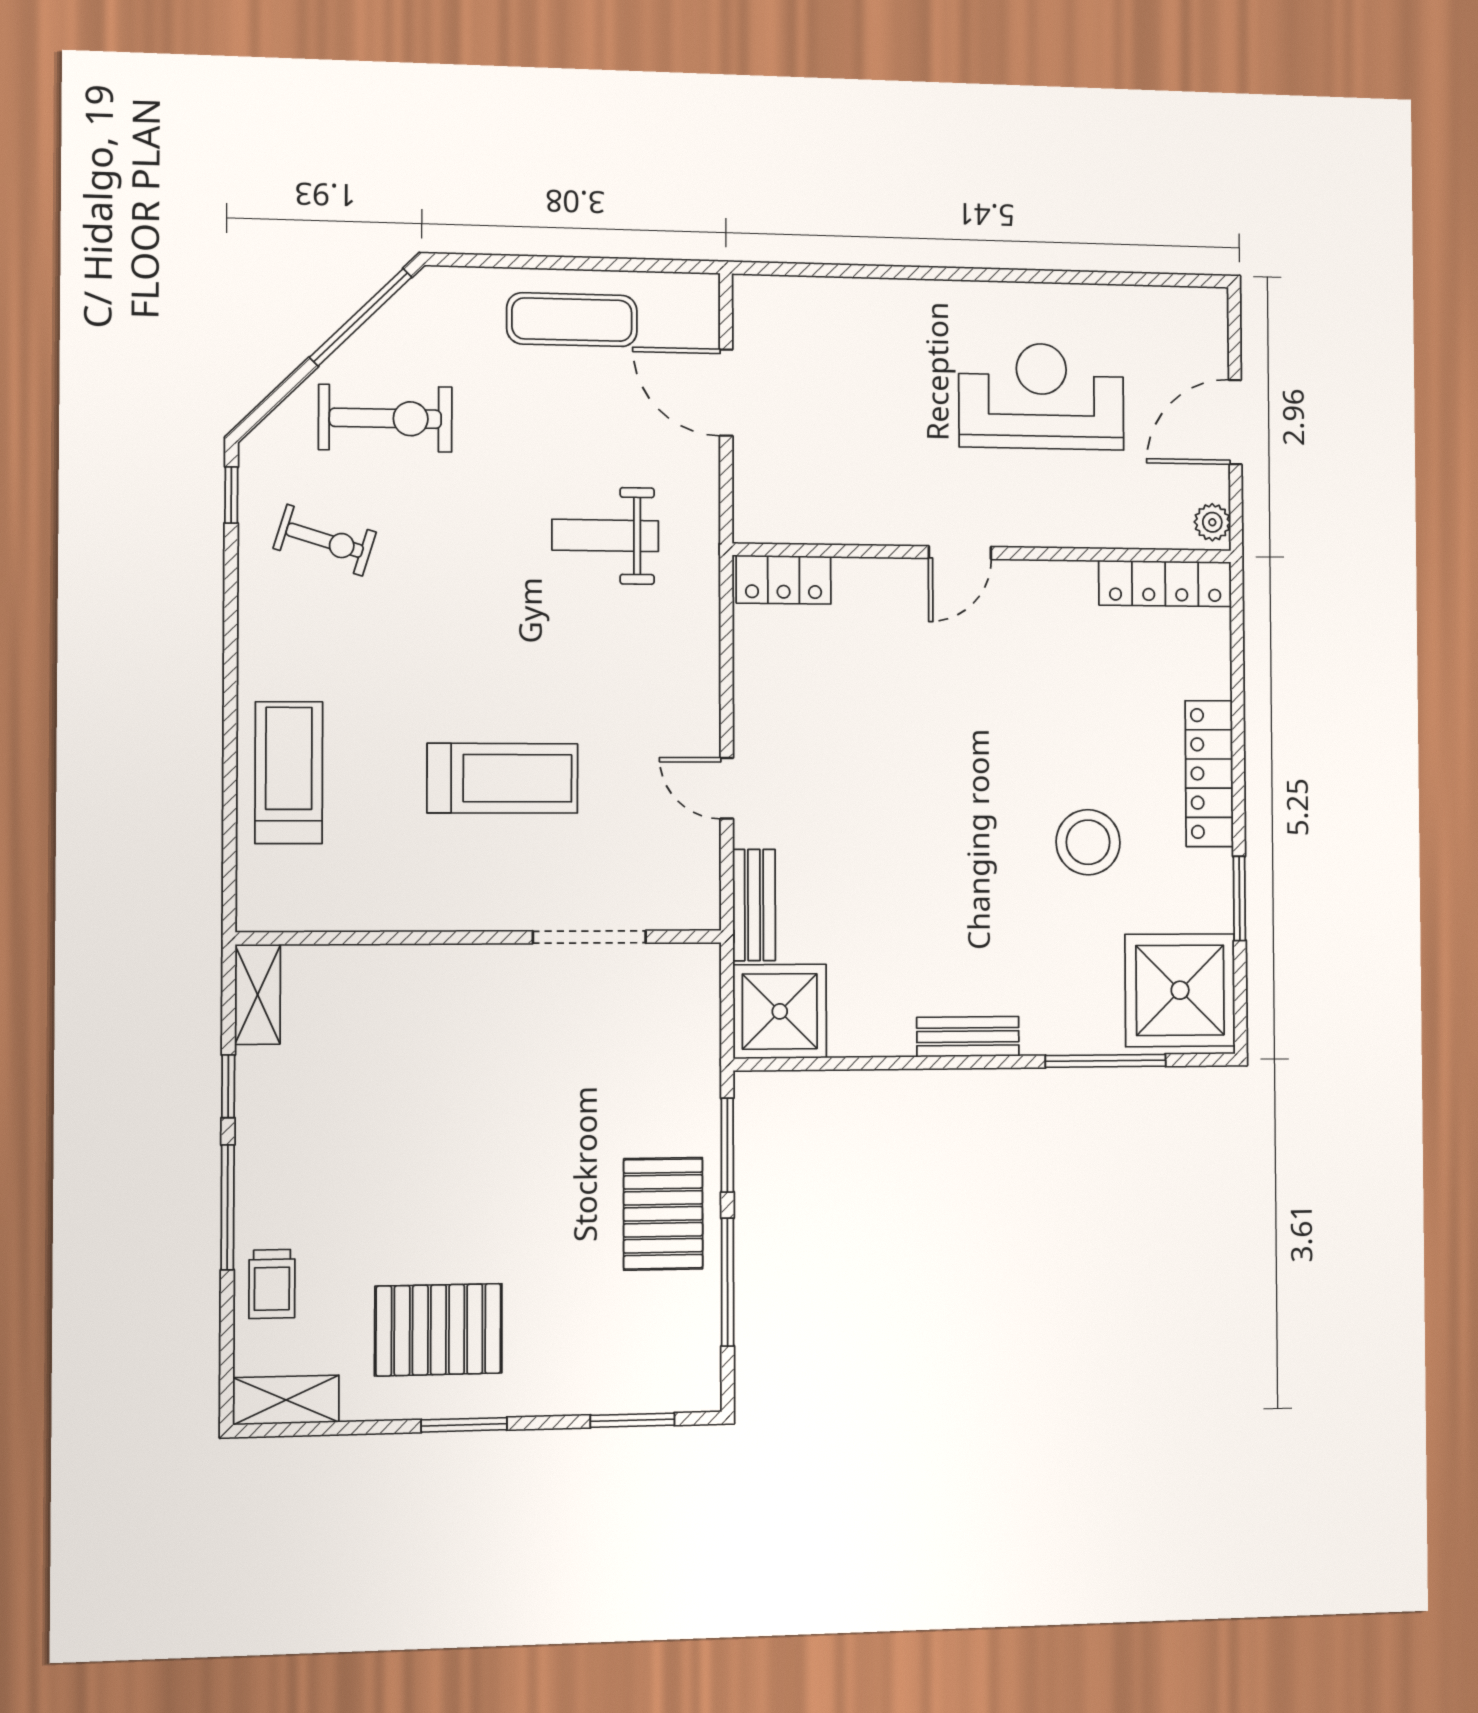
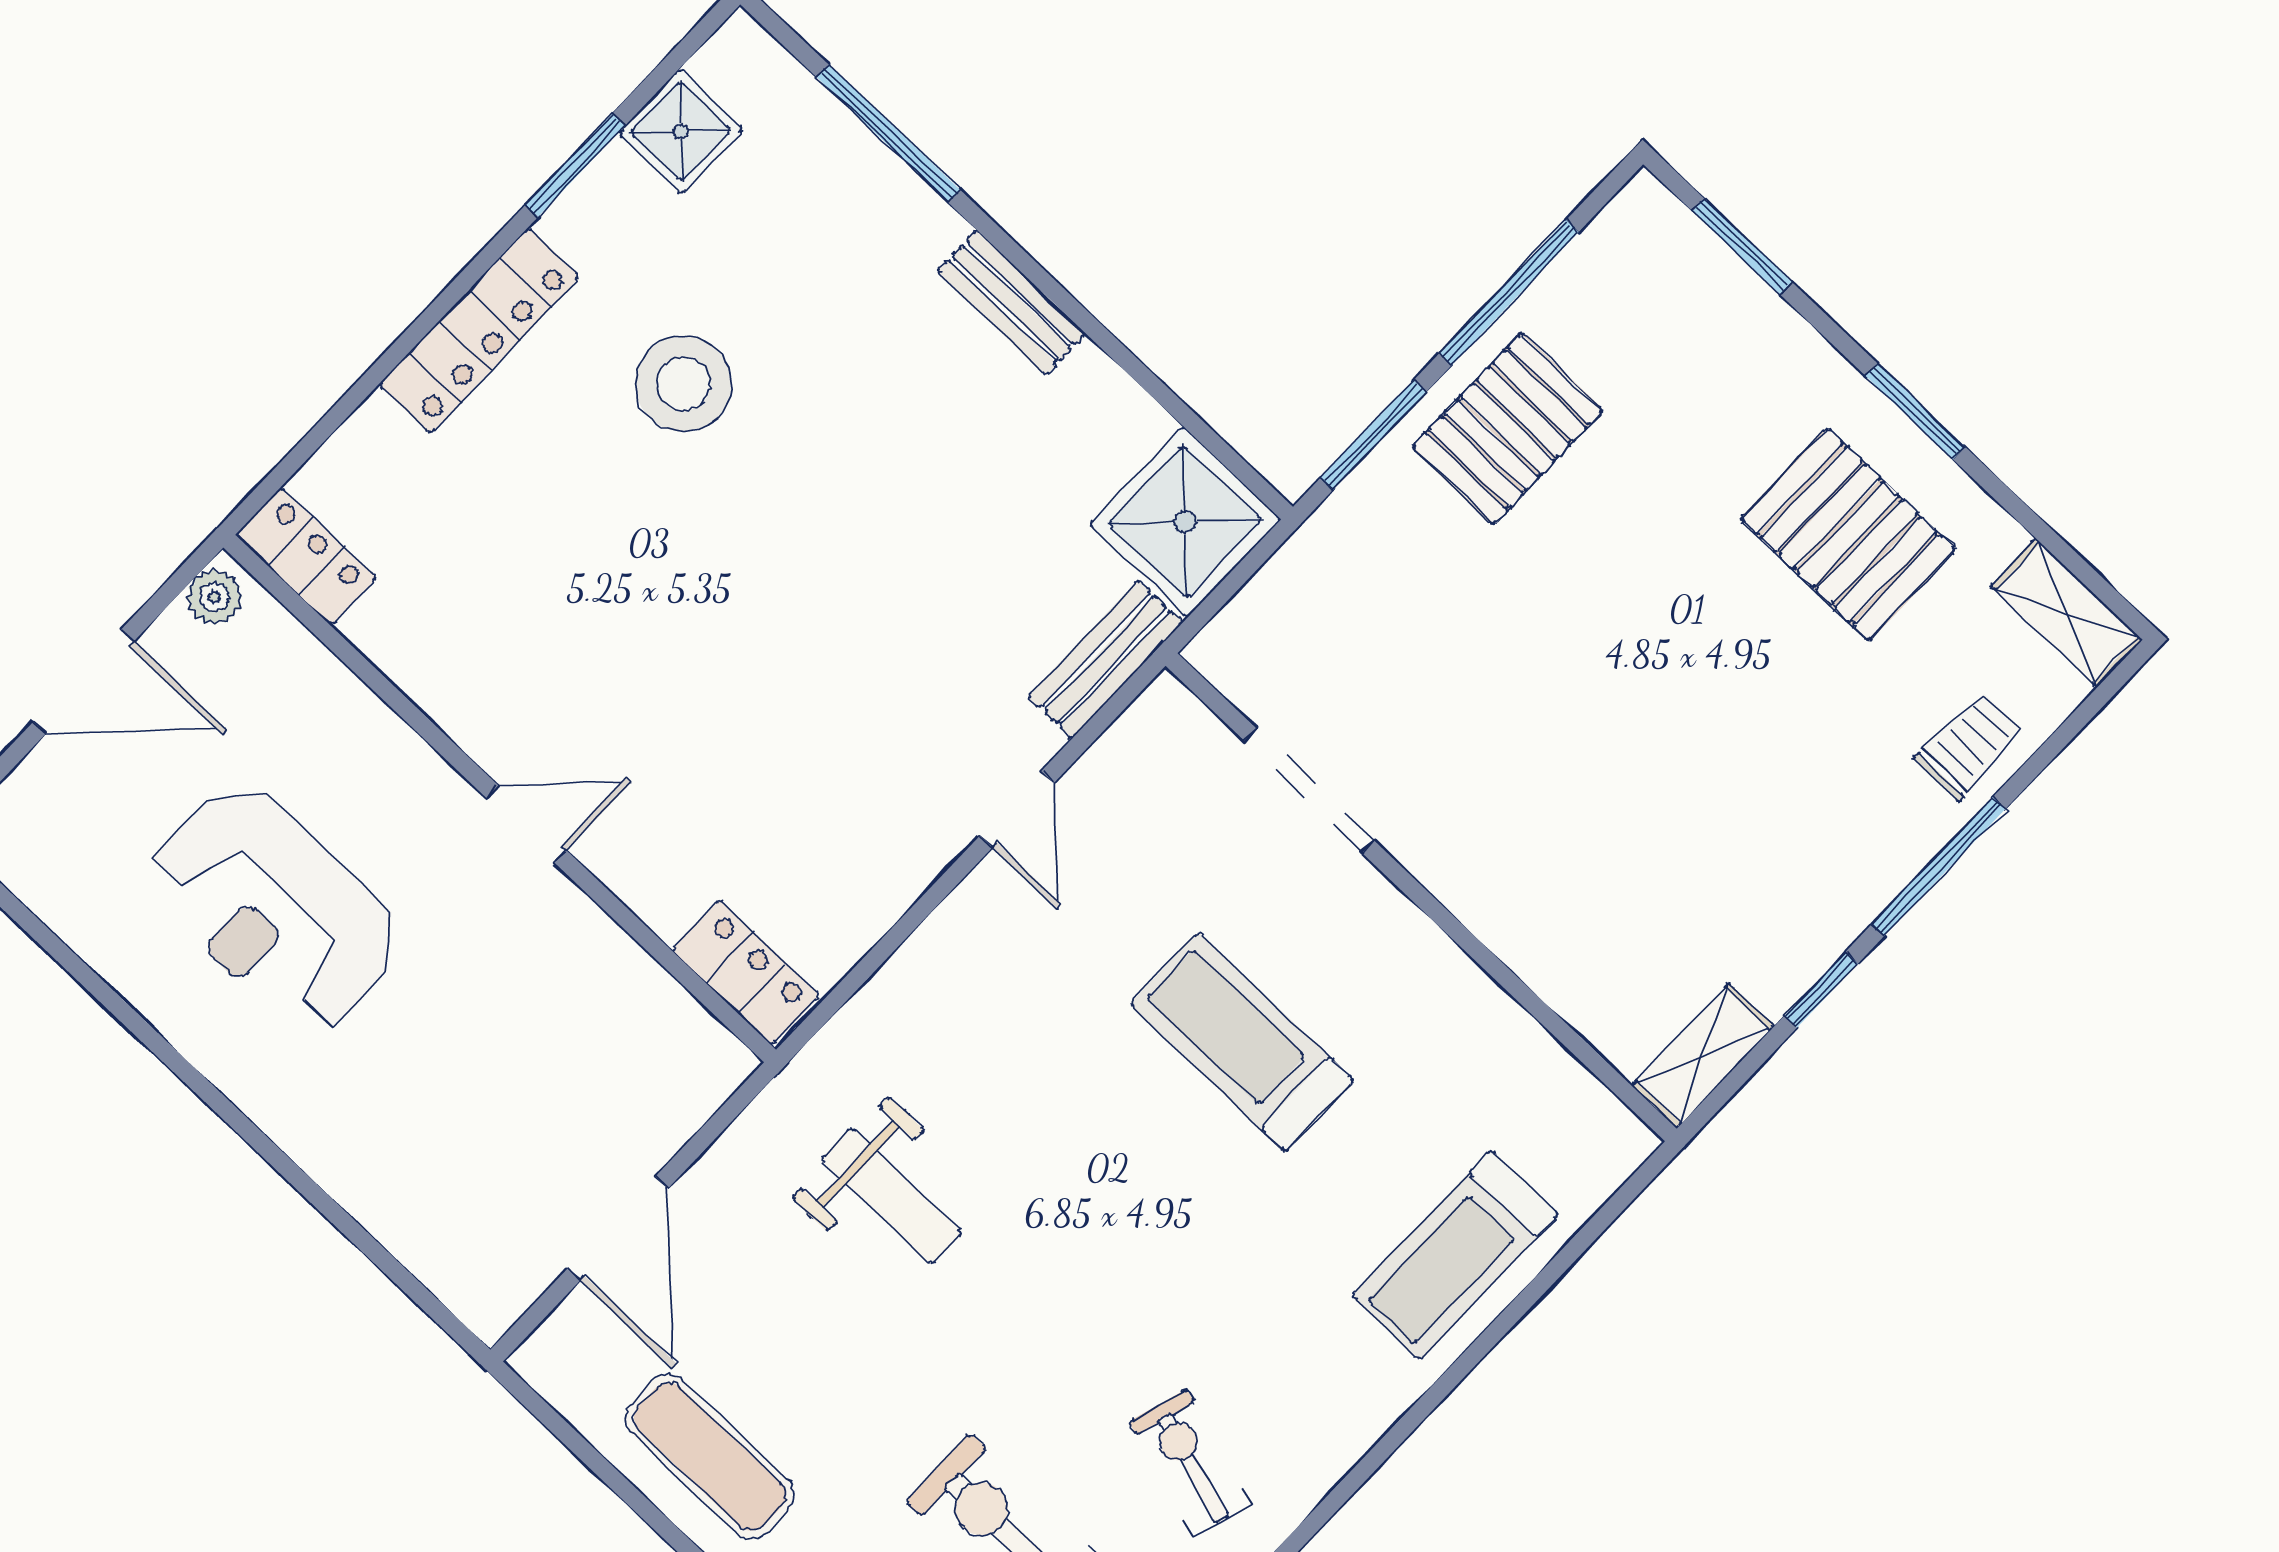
locker: (1165, 584) -> (306, 556), width x0.66
shower: (1180, 990) -> (681, 131), width x0.54, depth x0.54

